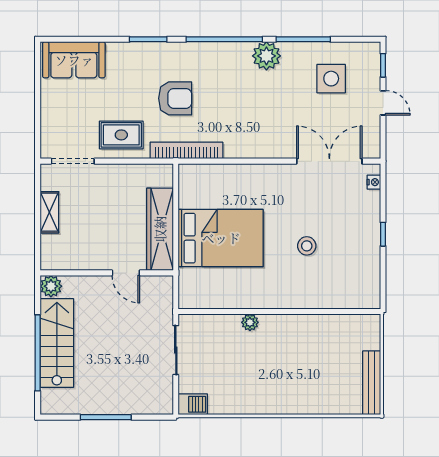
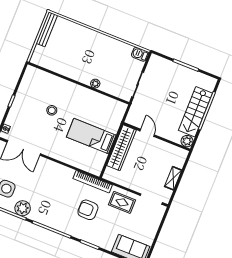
plant: (266, 56) -> (23, 208), moved
bed: (221, 238) -> (91, 136), width x0.67

